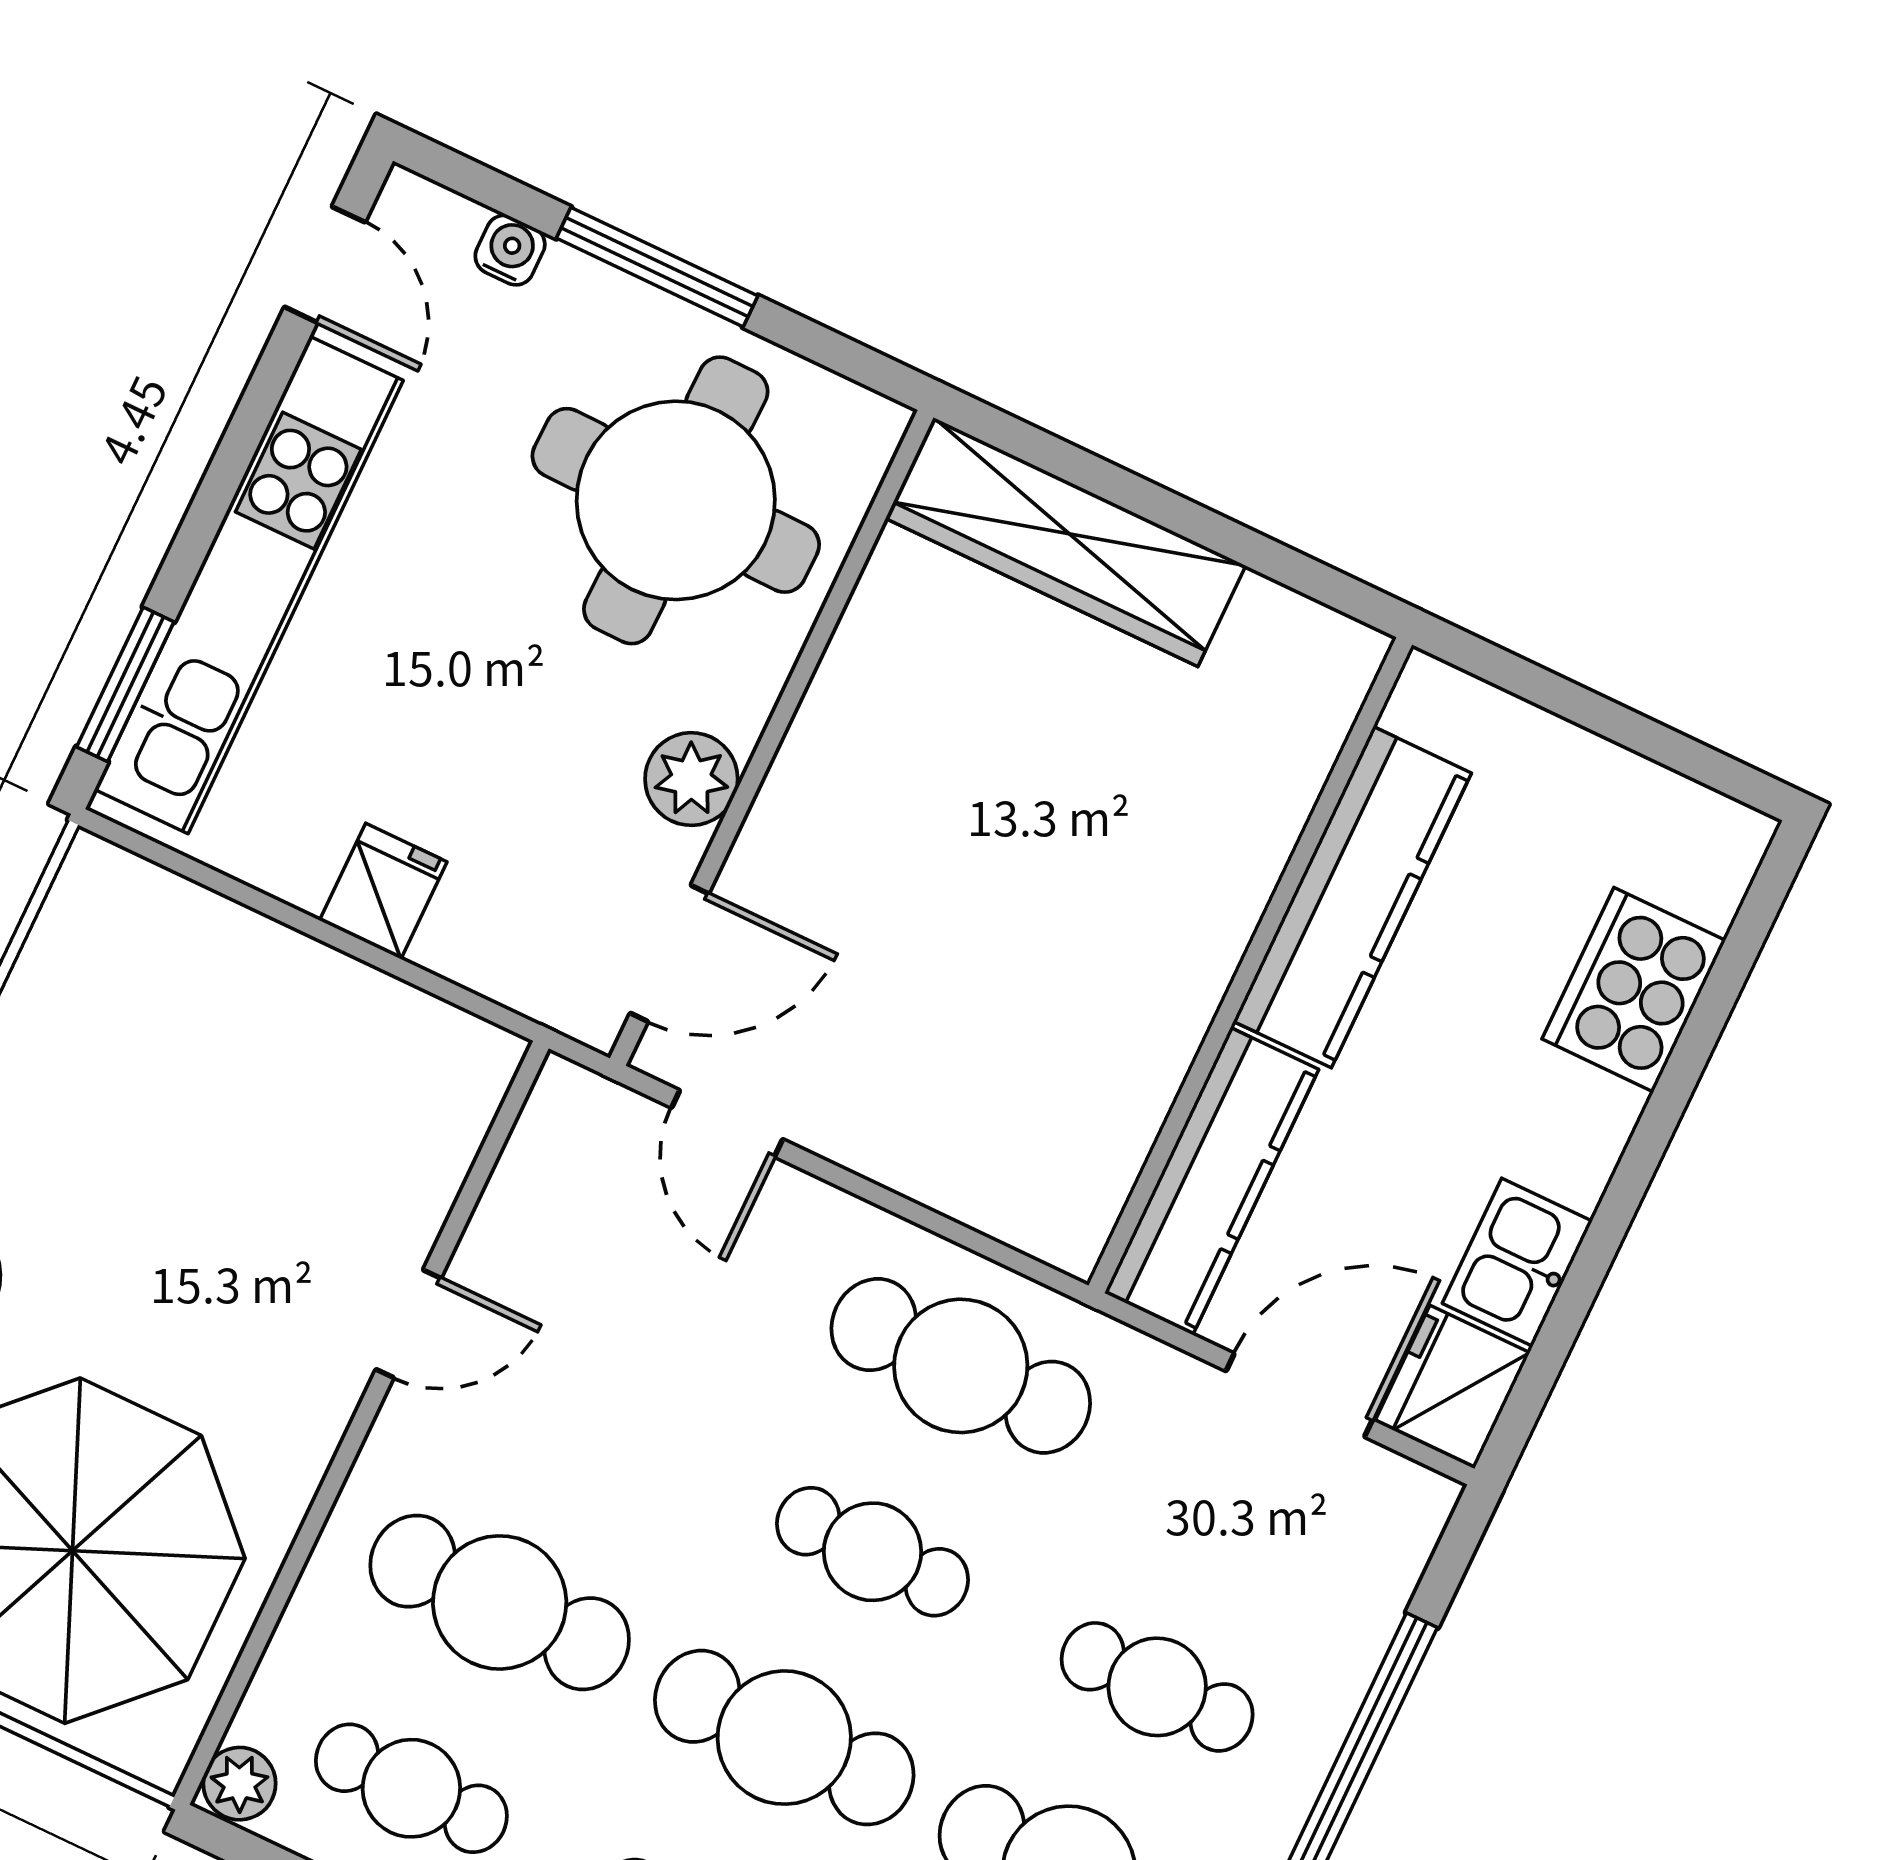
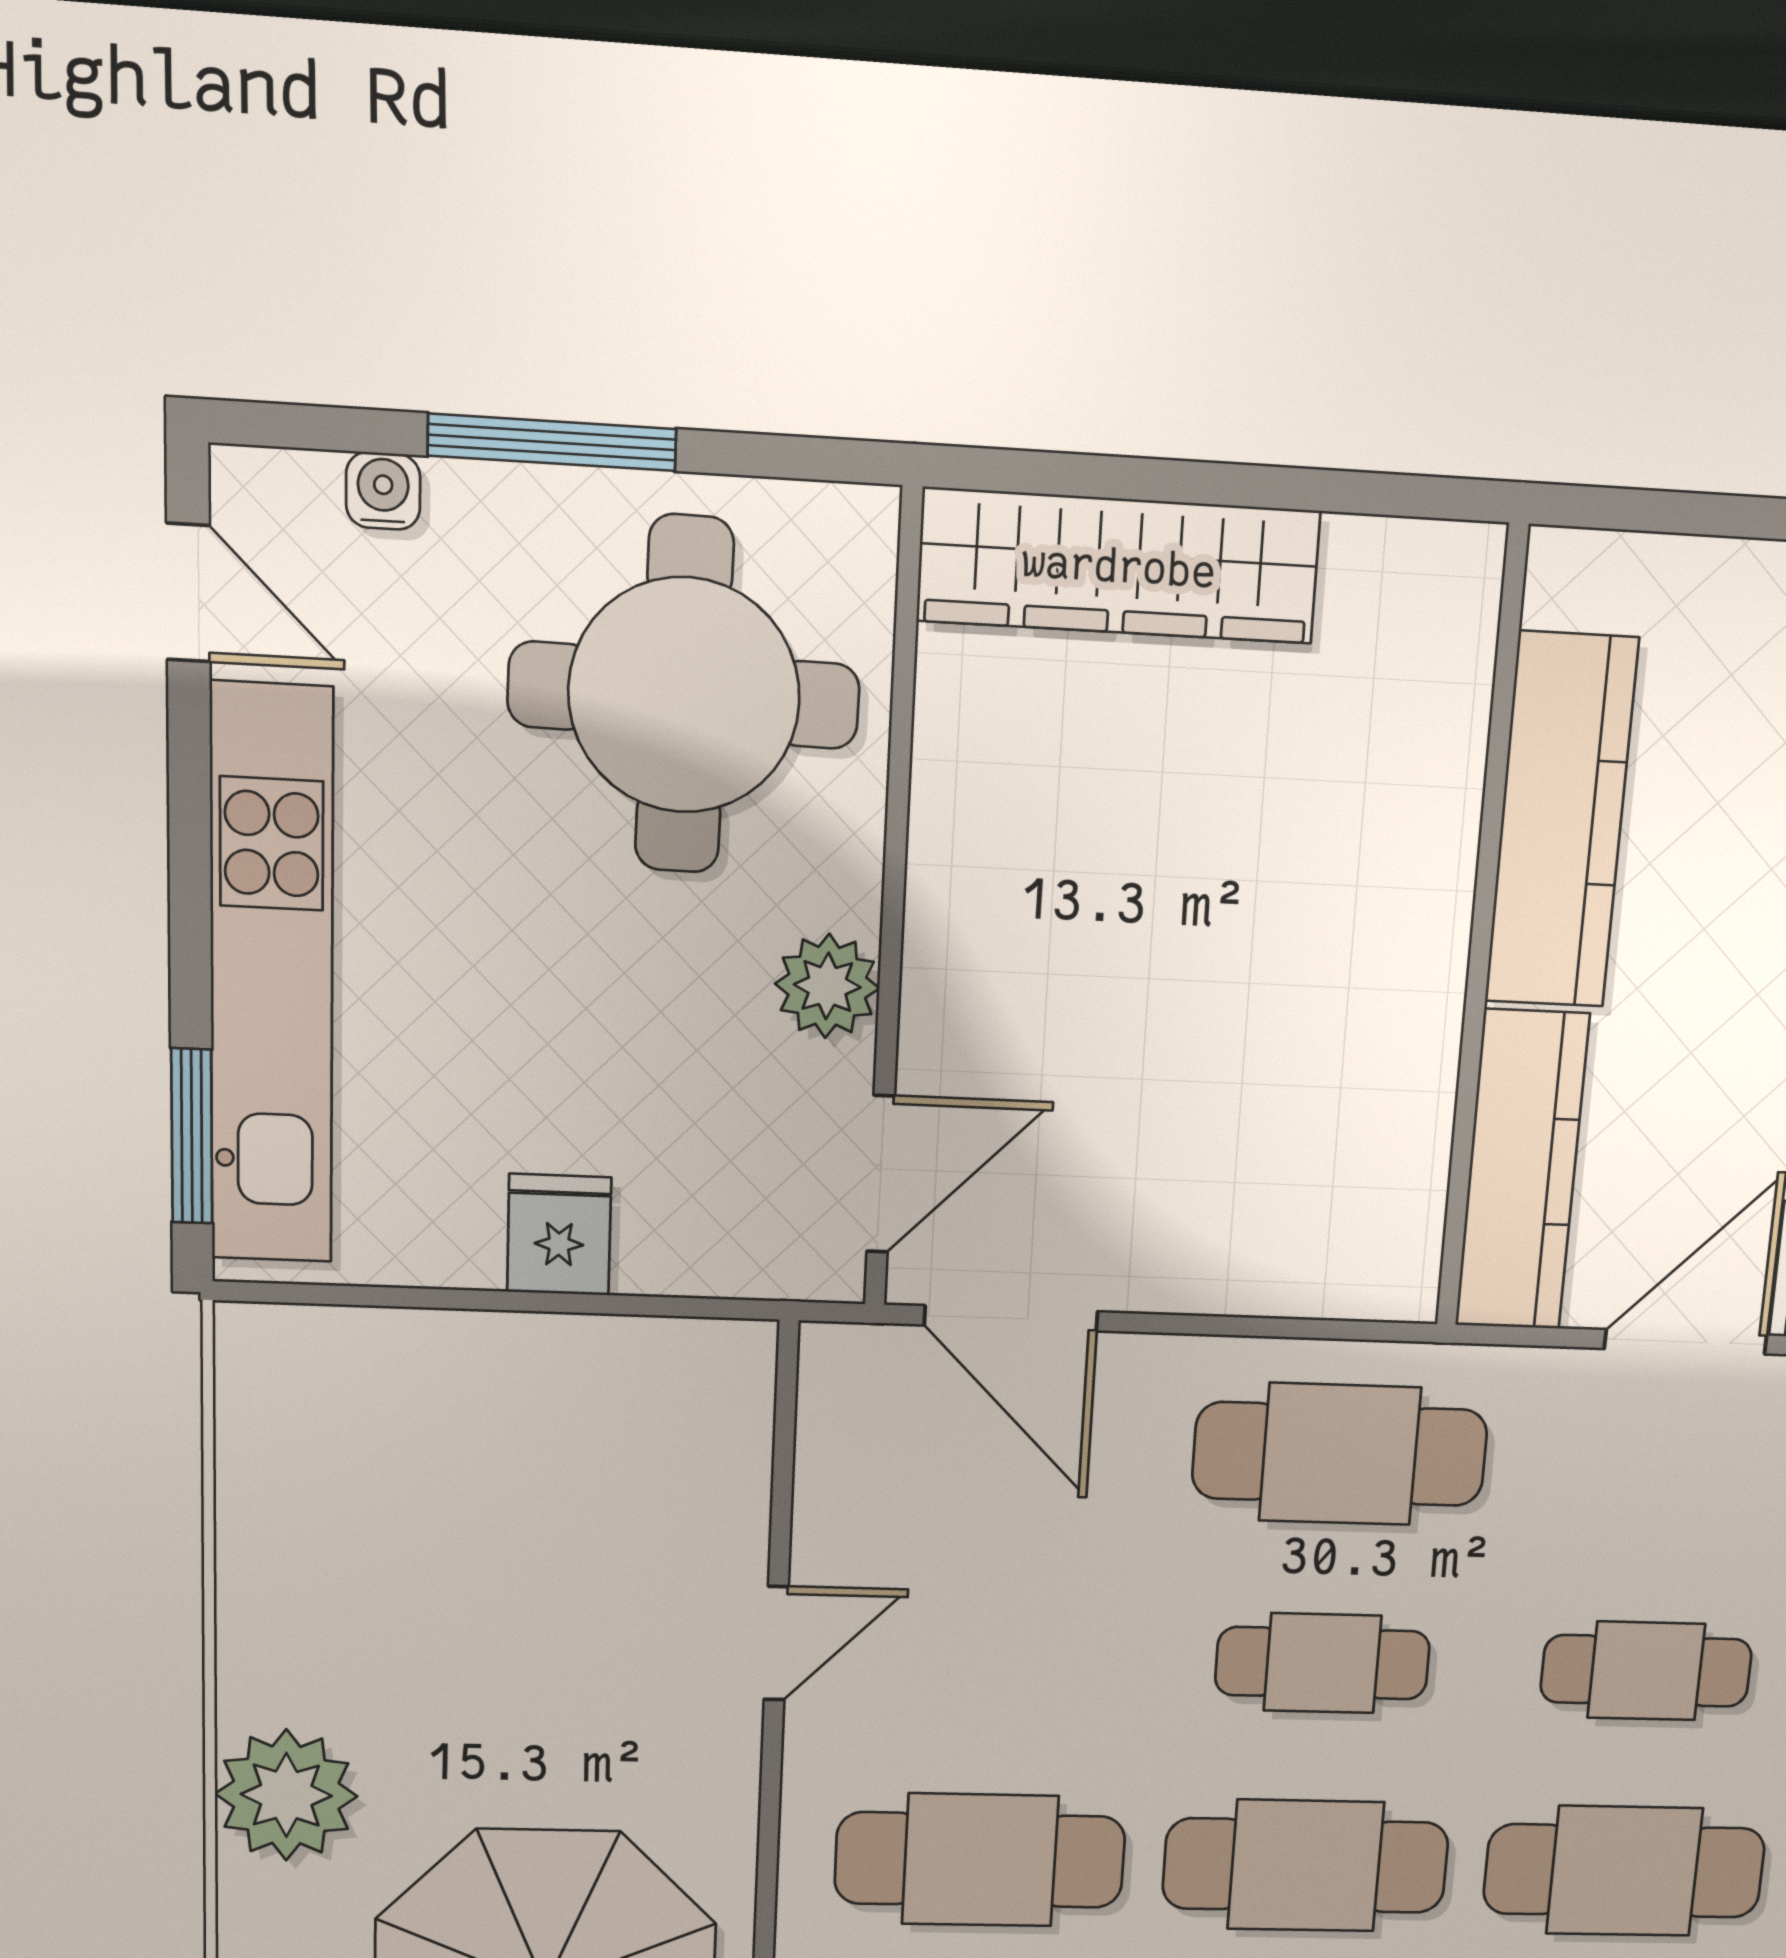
door: (727, 1124) -> (1011, 1318), width x1.38

